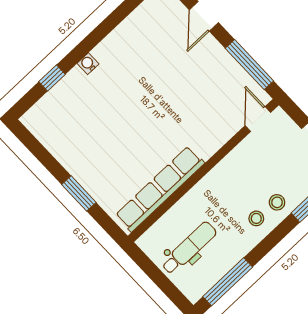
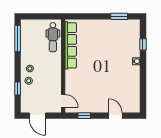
window: (249, 65) -> (84, 116), width x0.46
window: (79, 193) -> (119, 16), moved
dental chair: (189, 248) -> (53, 37), moved

